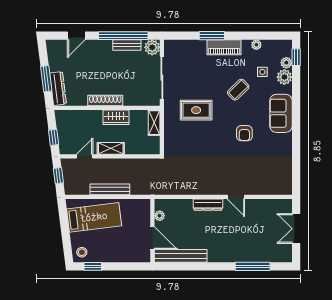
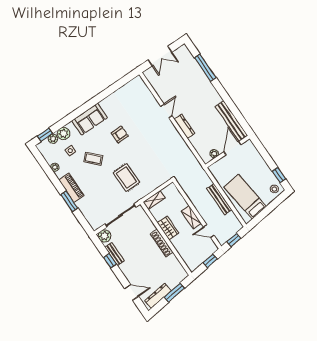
window: (123, 36) -> (110, 261), width x0.32
dresser: (58, 88) -> (158, 296), moved

